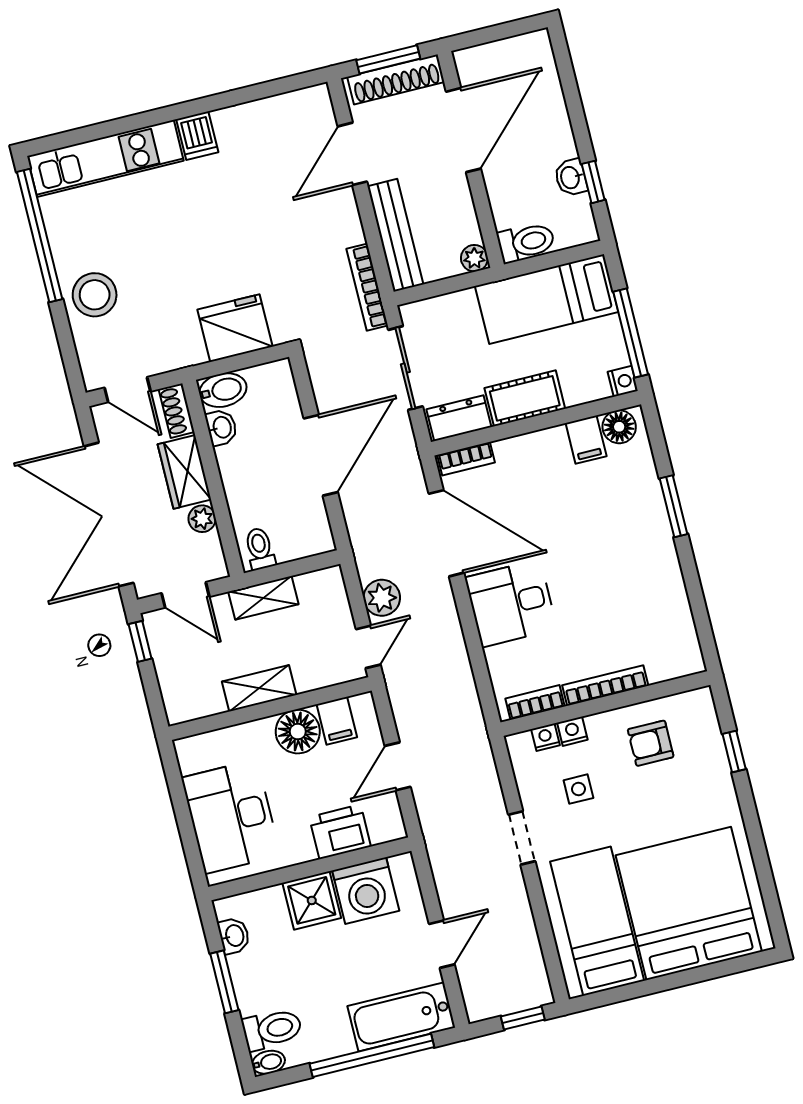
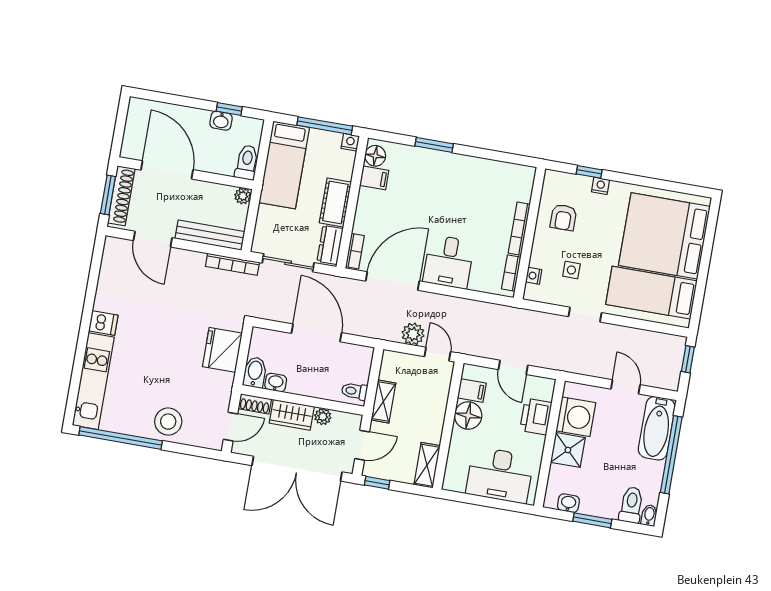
shelving: (259, 688) -> (427, 465), moved
nightstand: (572, 731) -> (601, 186), moved, turned 90

